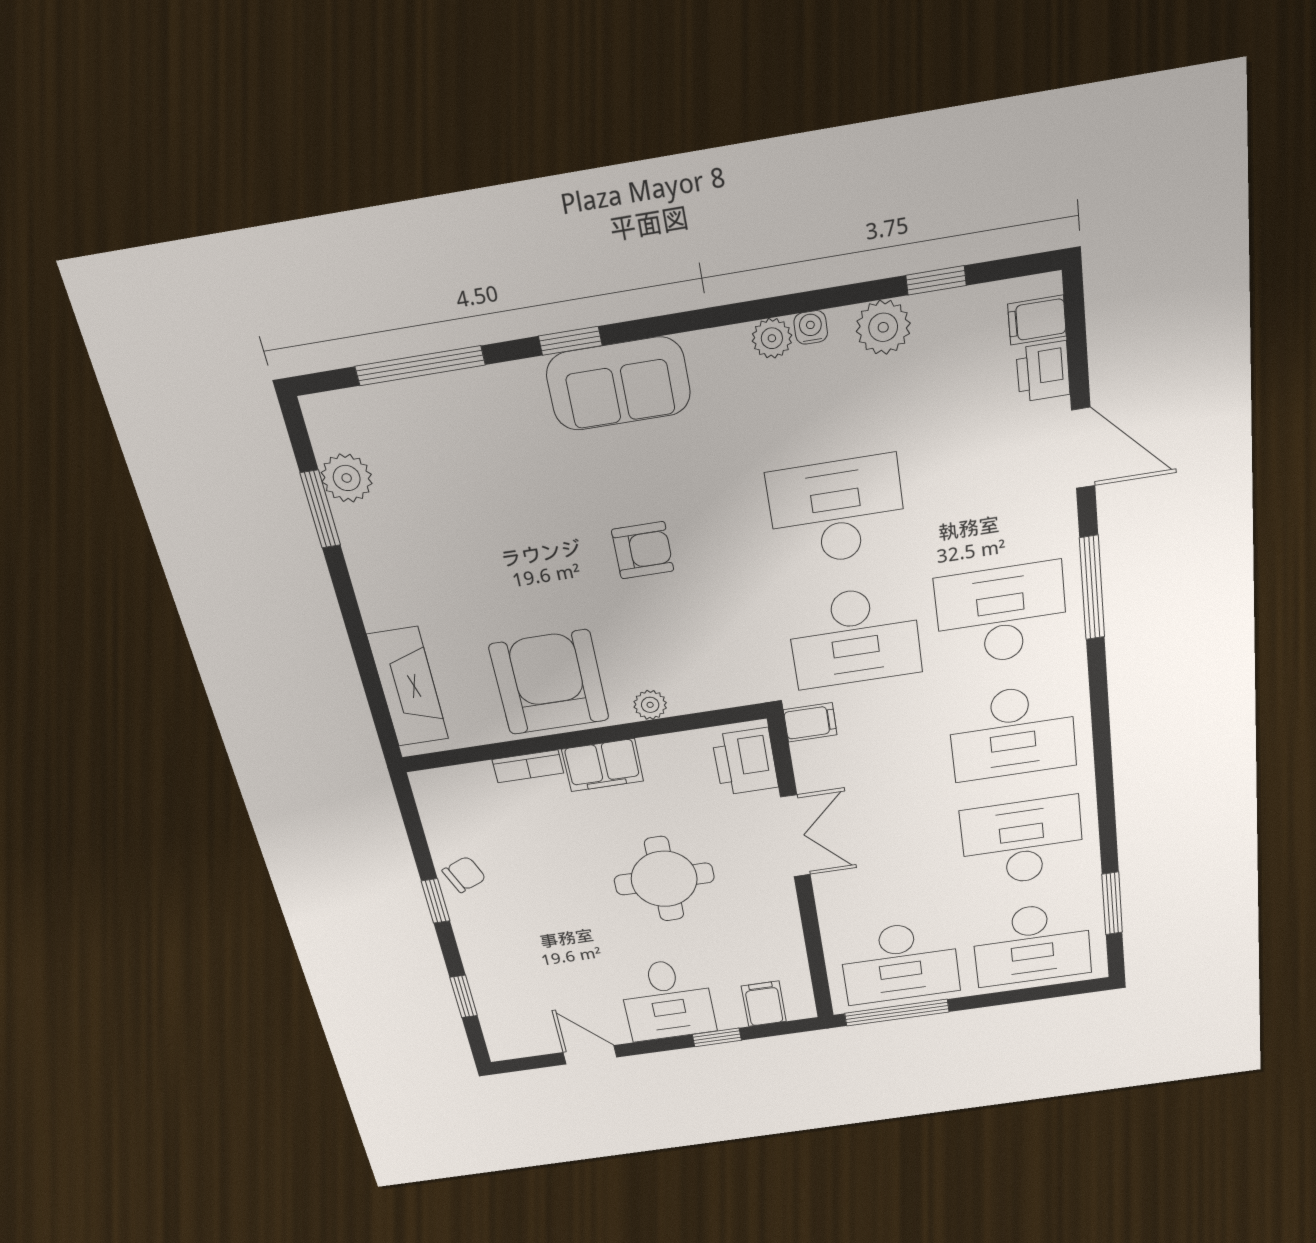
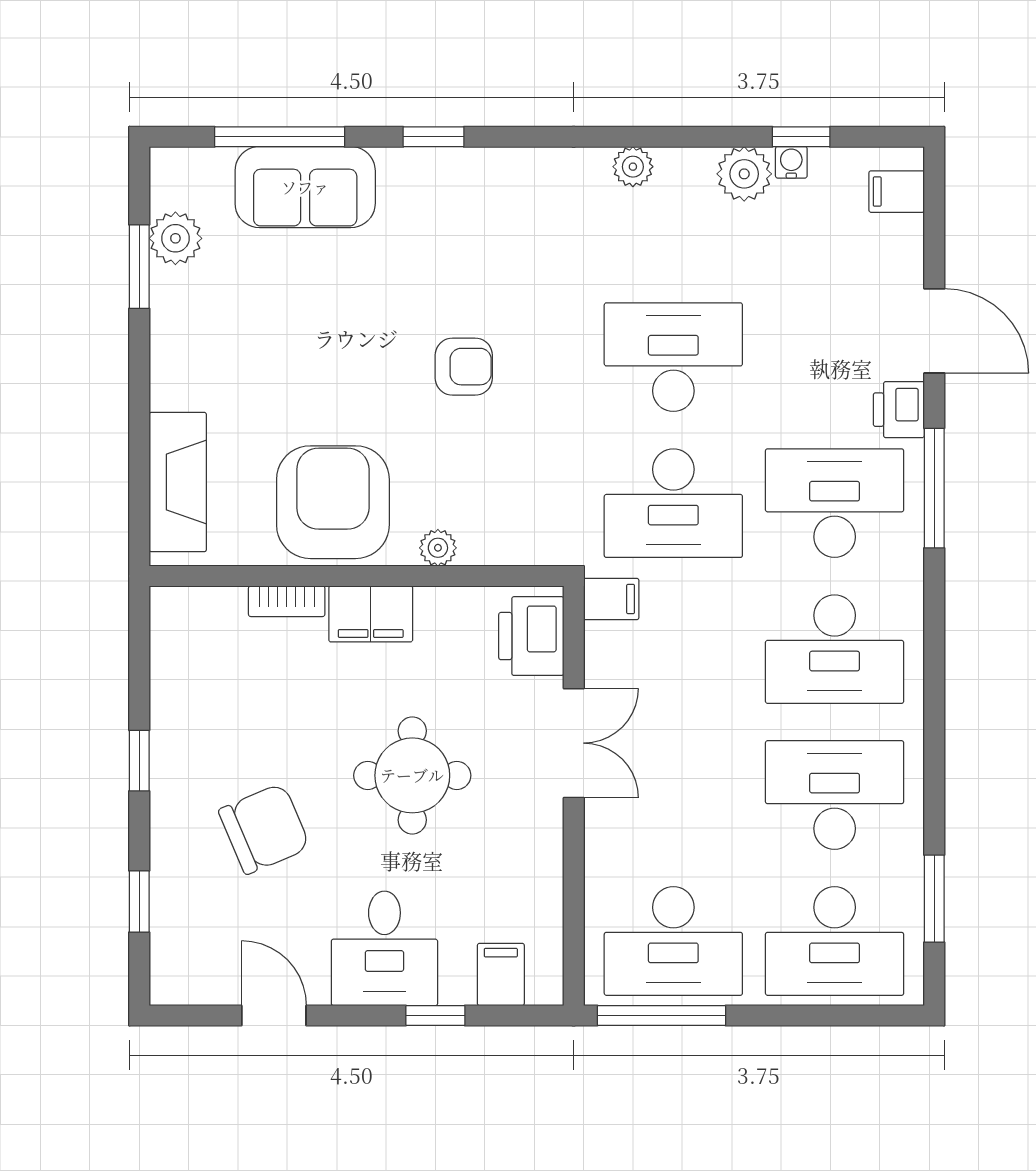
water cooler: (811, 327) -> (791, 162), moved
printer: (1043, 372) -> (899, 410), moved
sofa: (619, 384) -> (305, 187), moved
chair: (464, 874) -> (264, 829), moved, width x1.87, depth x1.87

